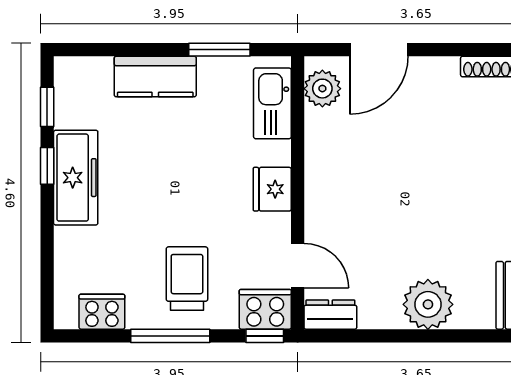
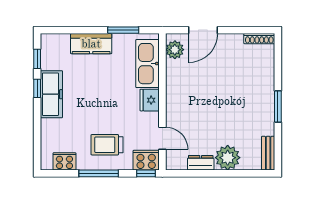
kitchen sink: (272, 103) -> (147, 64), width x1.36, depth x1.24
trolley: (187, 279) -> (107, 145), turned -90
dresser: (330, 315) -> (201, 163), moved

